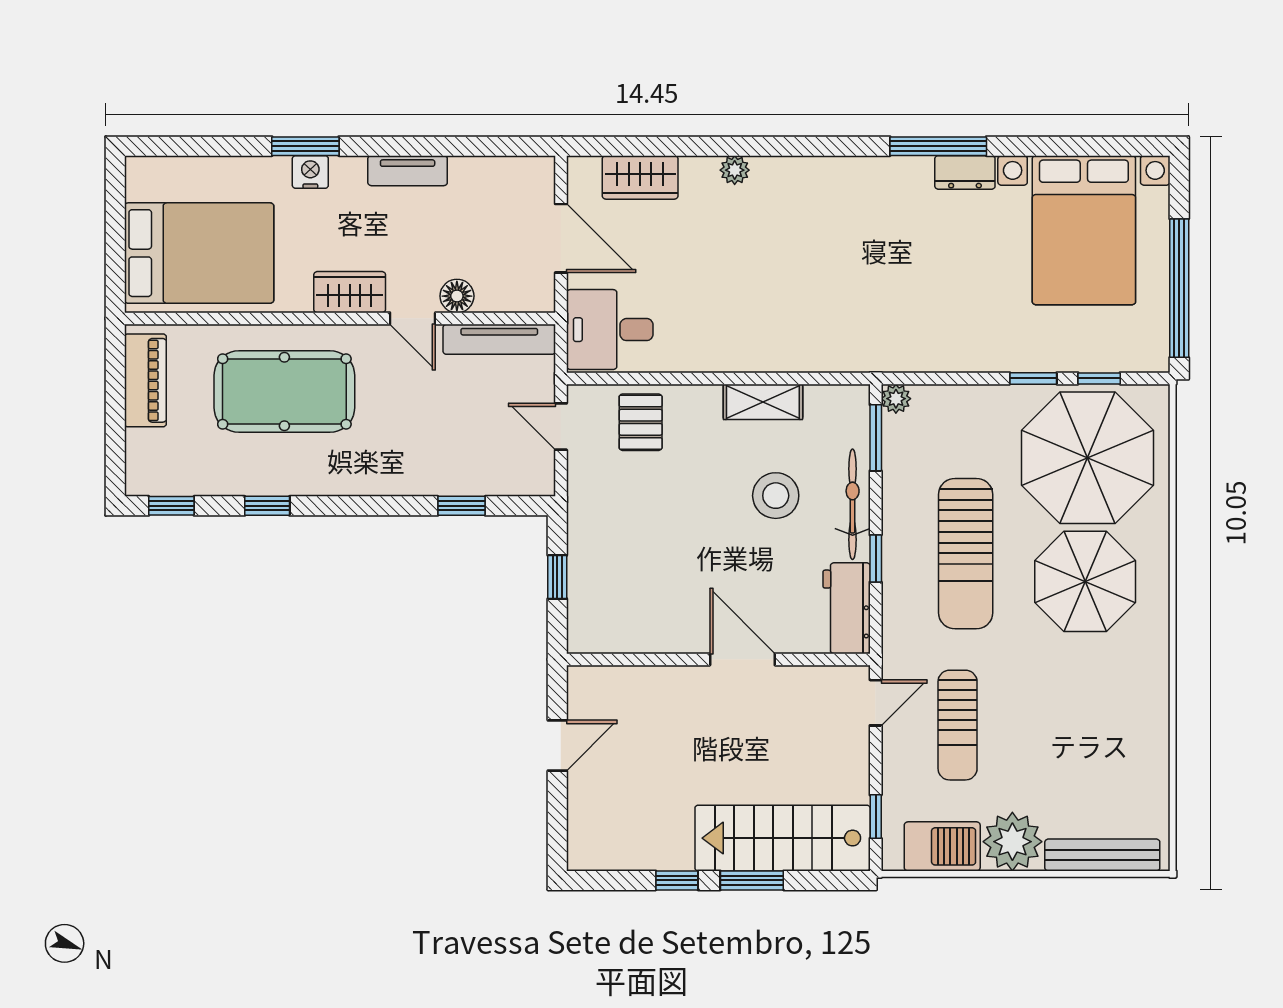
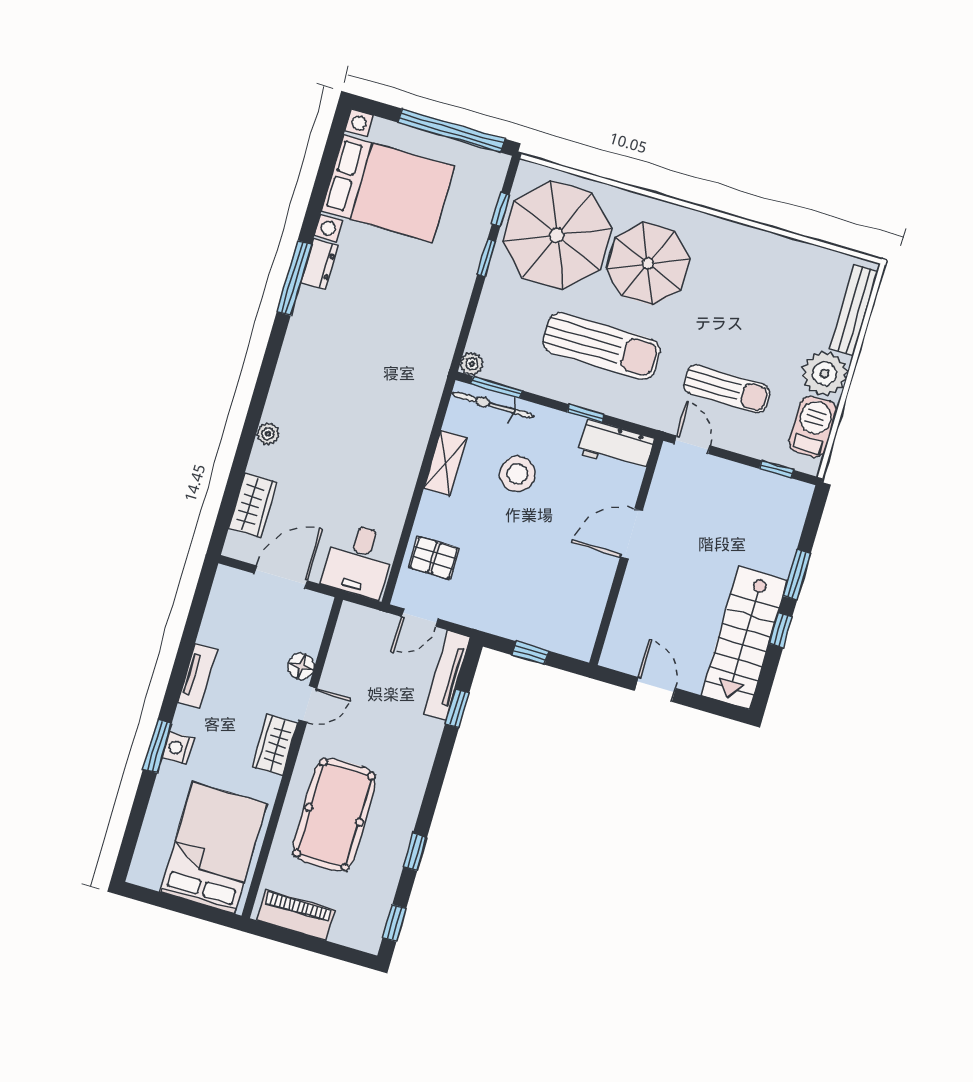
tv unit: (499, 339) -> (447, 675), moved, turned 180
bicycle: (853, 504) -> (493, 405), moved
stairs: (783, 838) -> (744, 638), moved

